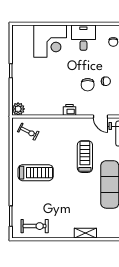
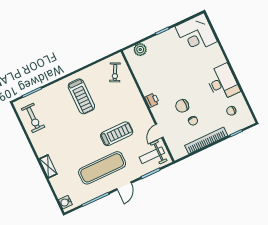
desk: (83, 38) -> (223, 82), width x1.37
corner desk: (50, 41) -> (196, 34), moved
plant: (18, 109) -> (140, 50), moved

